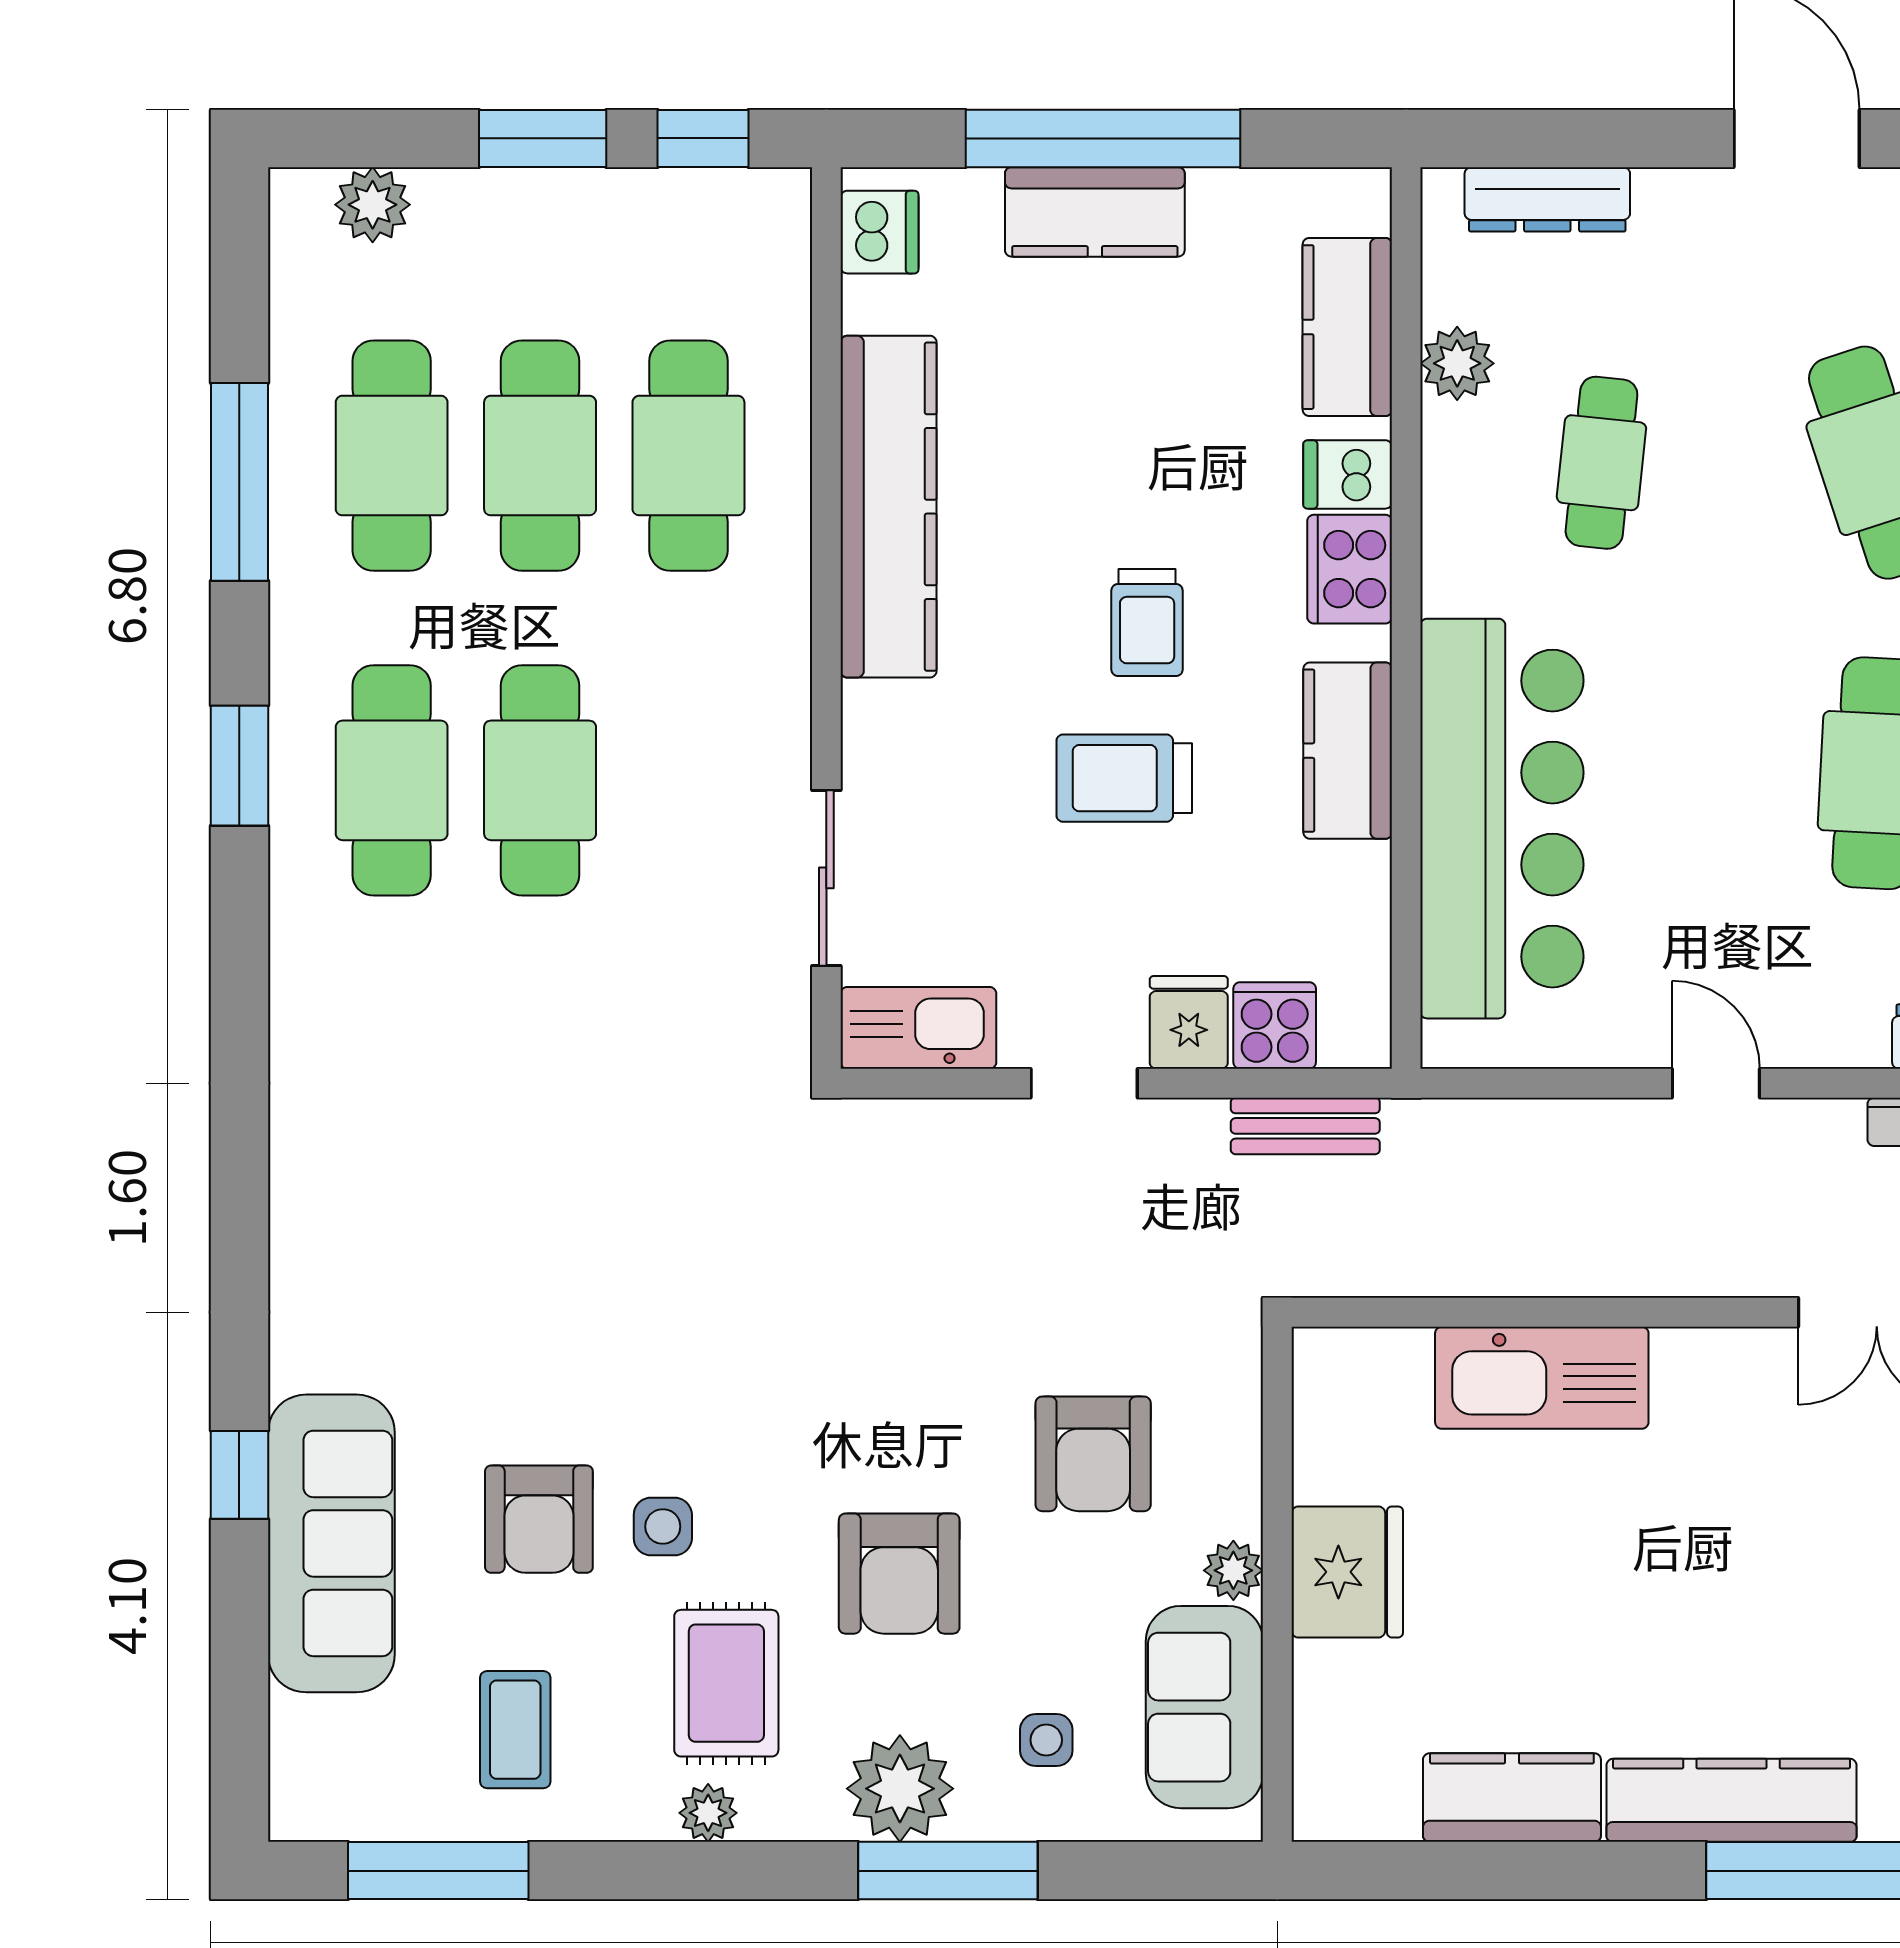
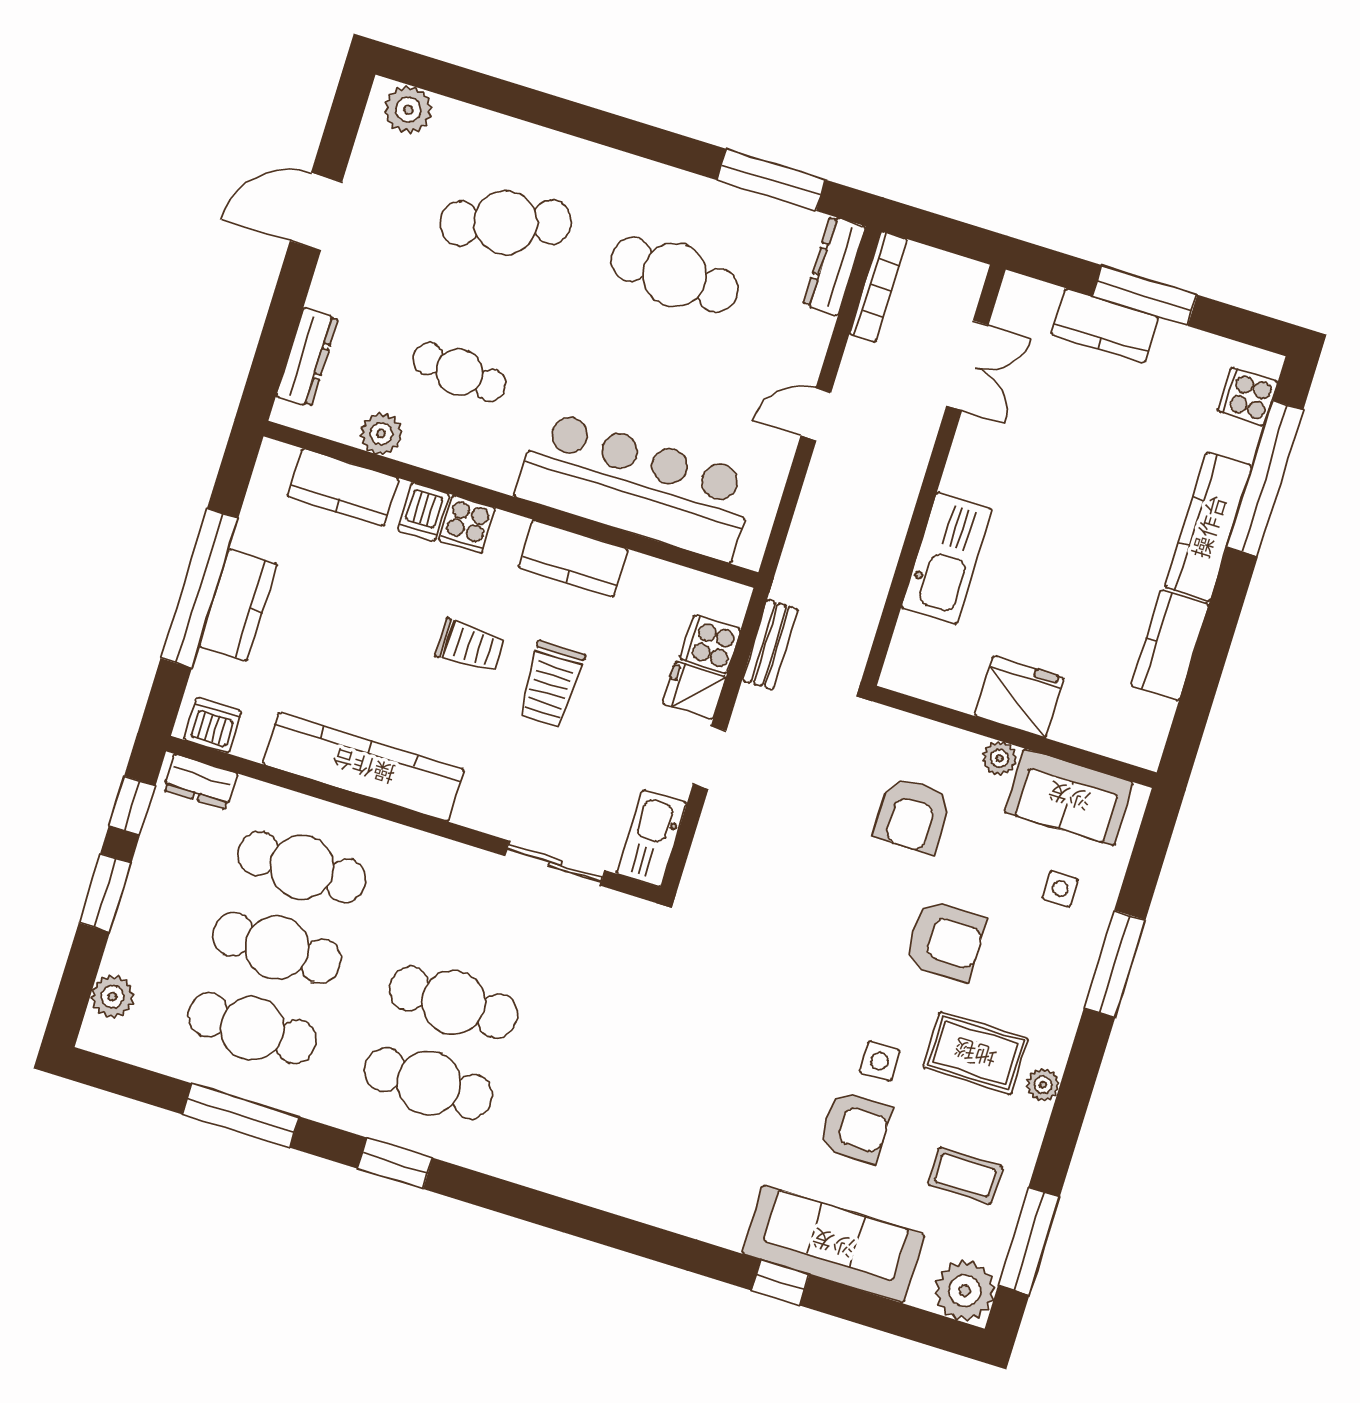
dresser: (779, 241) -> (201, 782), added
cooker: (1350, 569) -> (467, 524), width x0.73
armchair: (1093, 1454) -> (913, 815), turned 90
plant: (900, 1789) -> (965, 1291), moved

